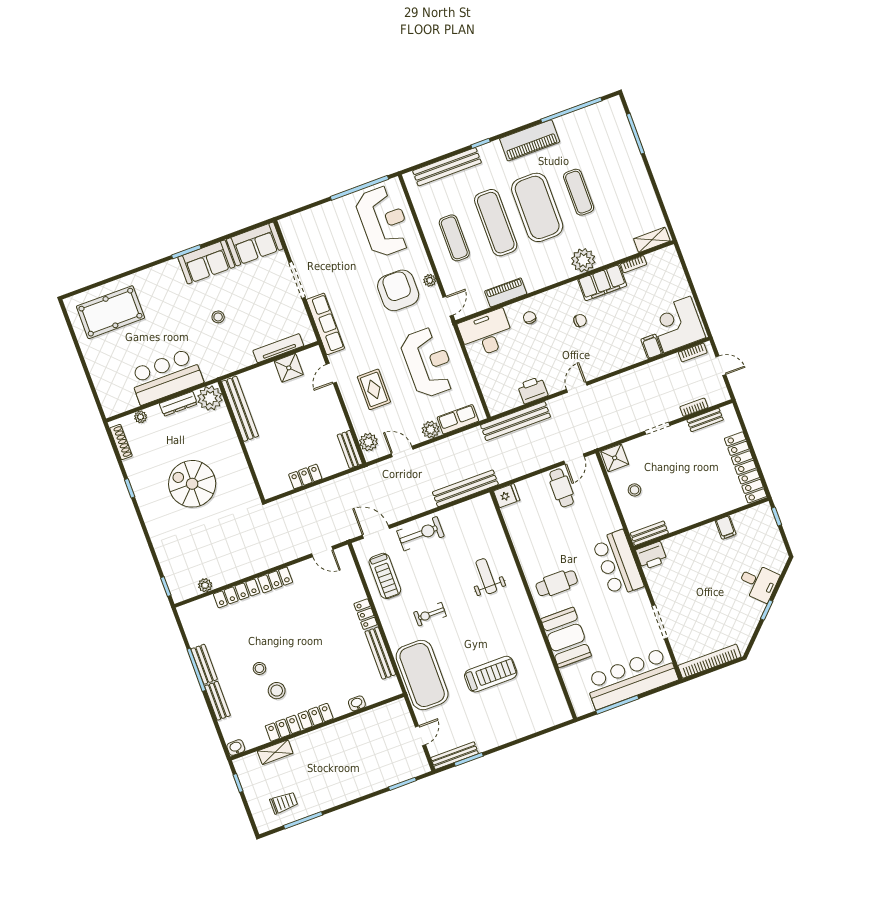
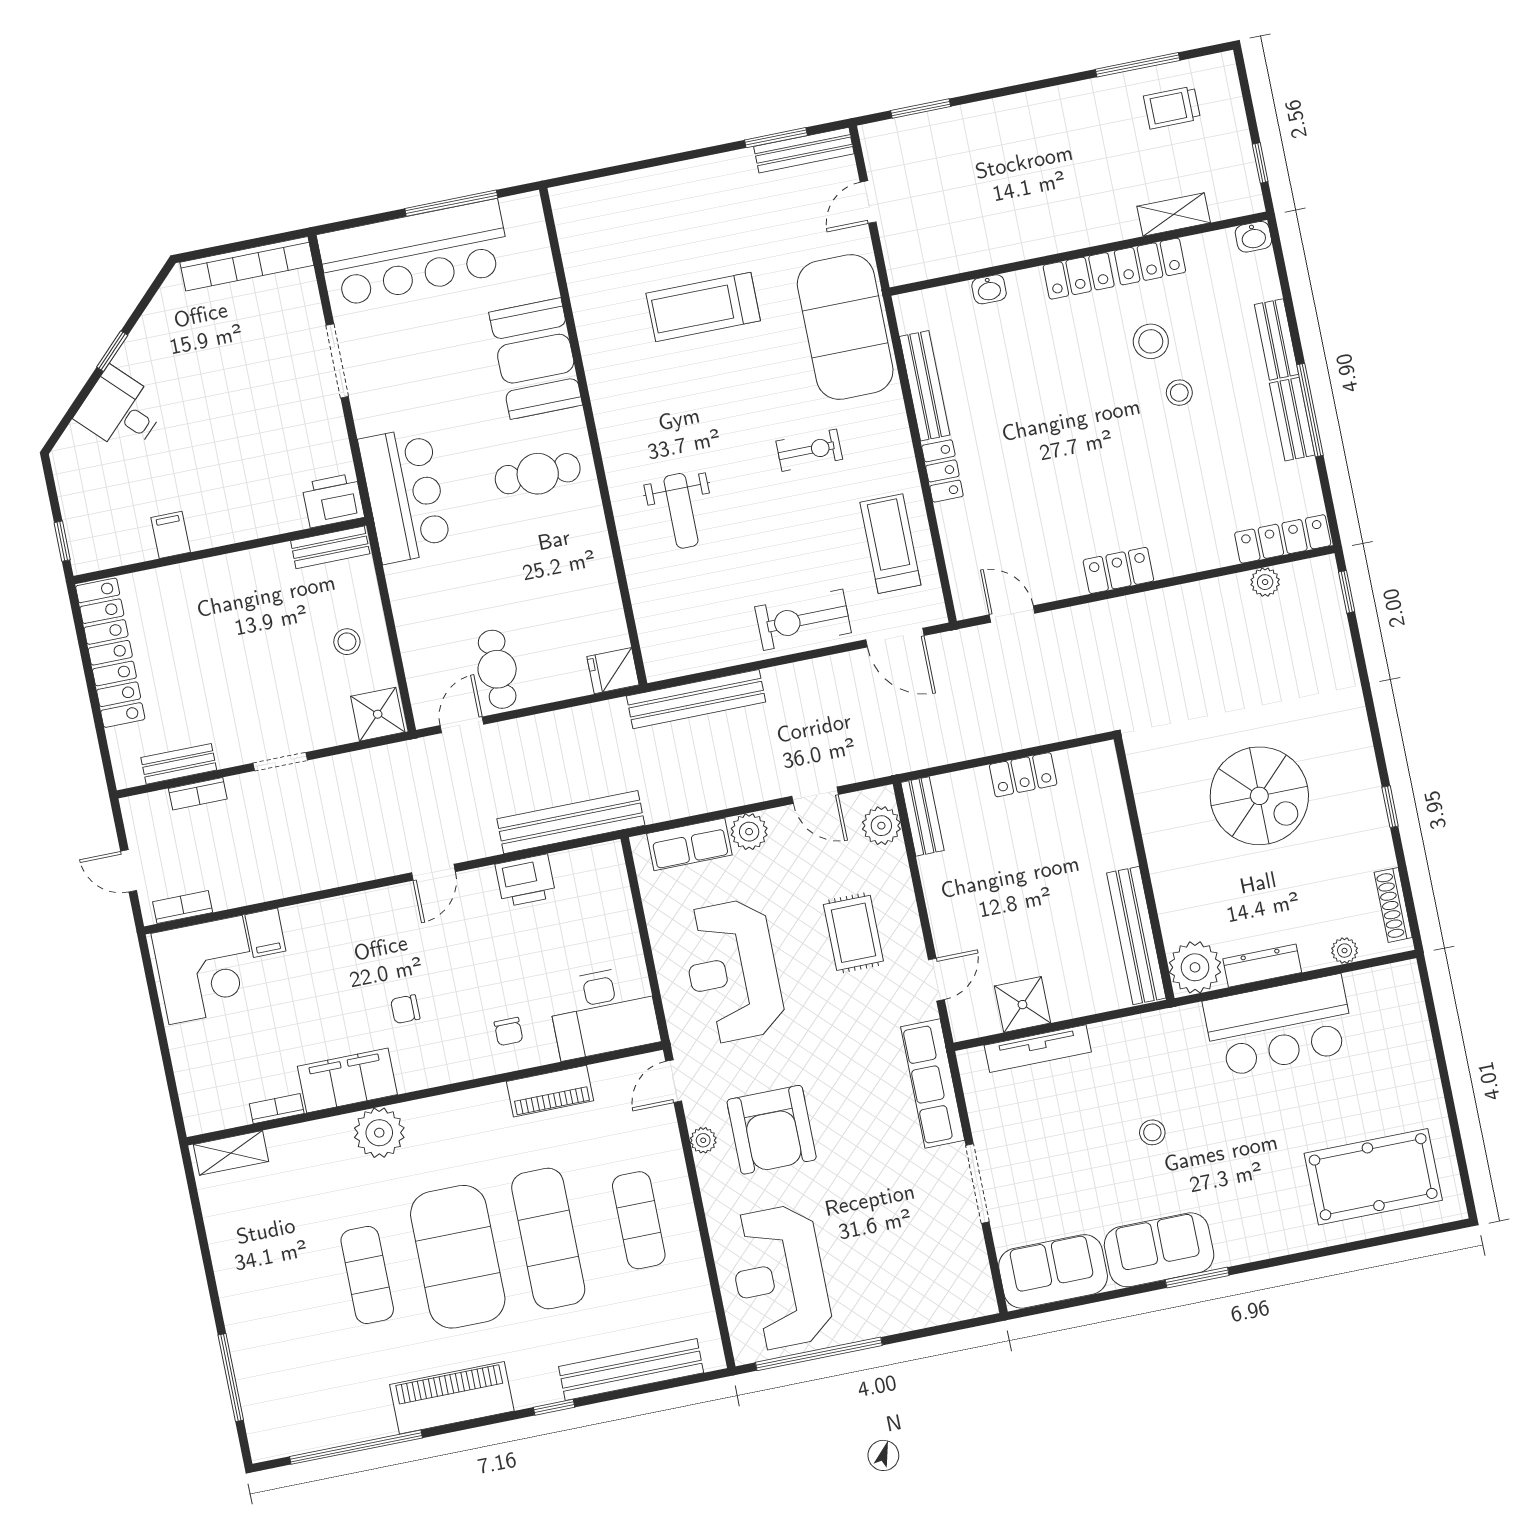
locker: (237, 593) -> (1283, 539), moved

